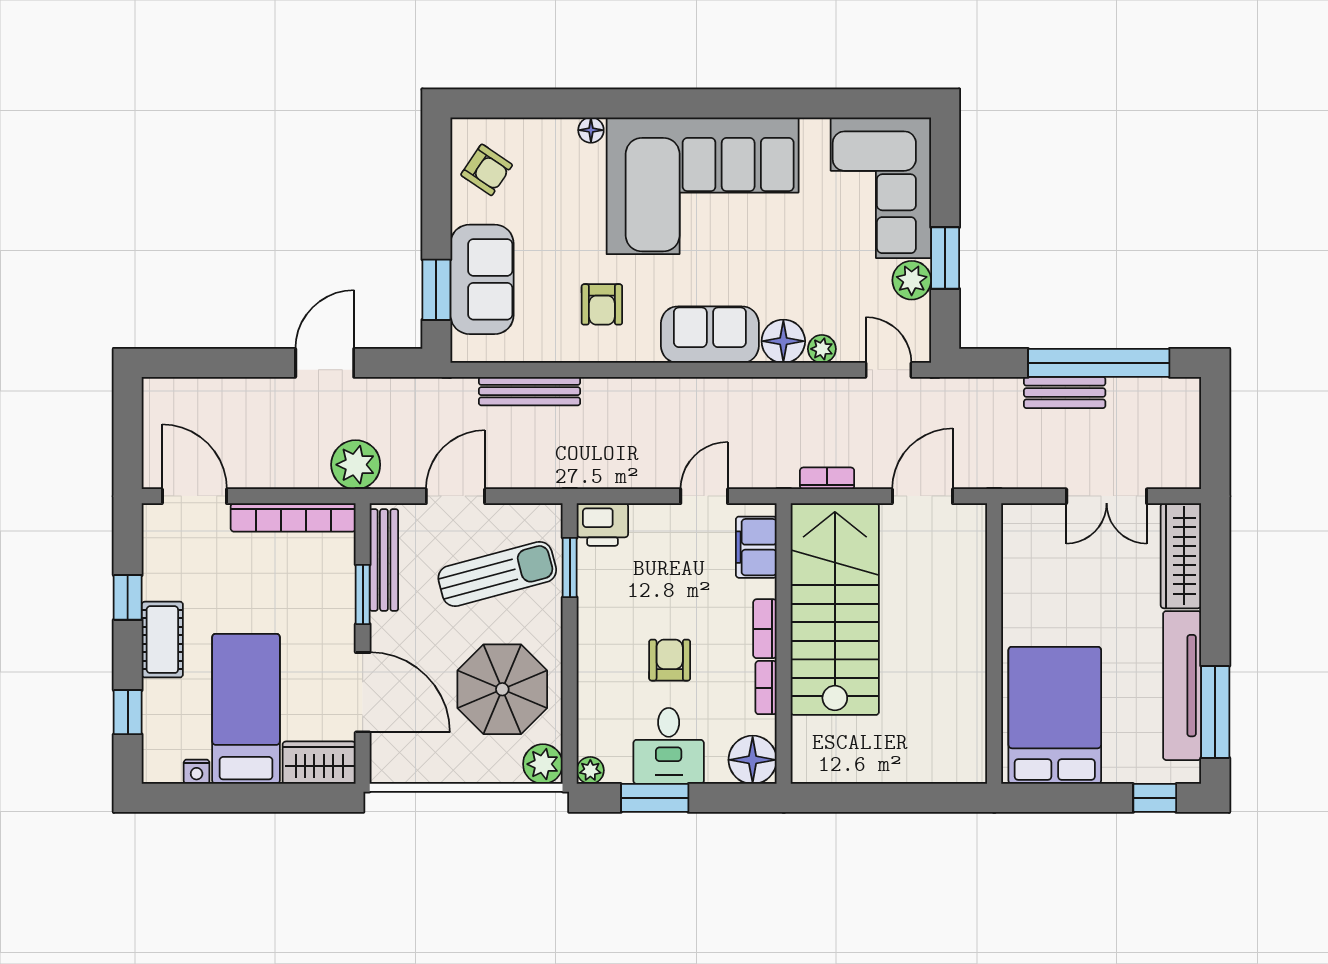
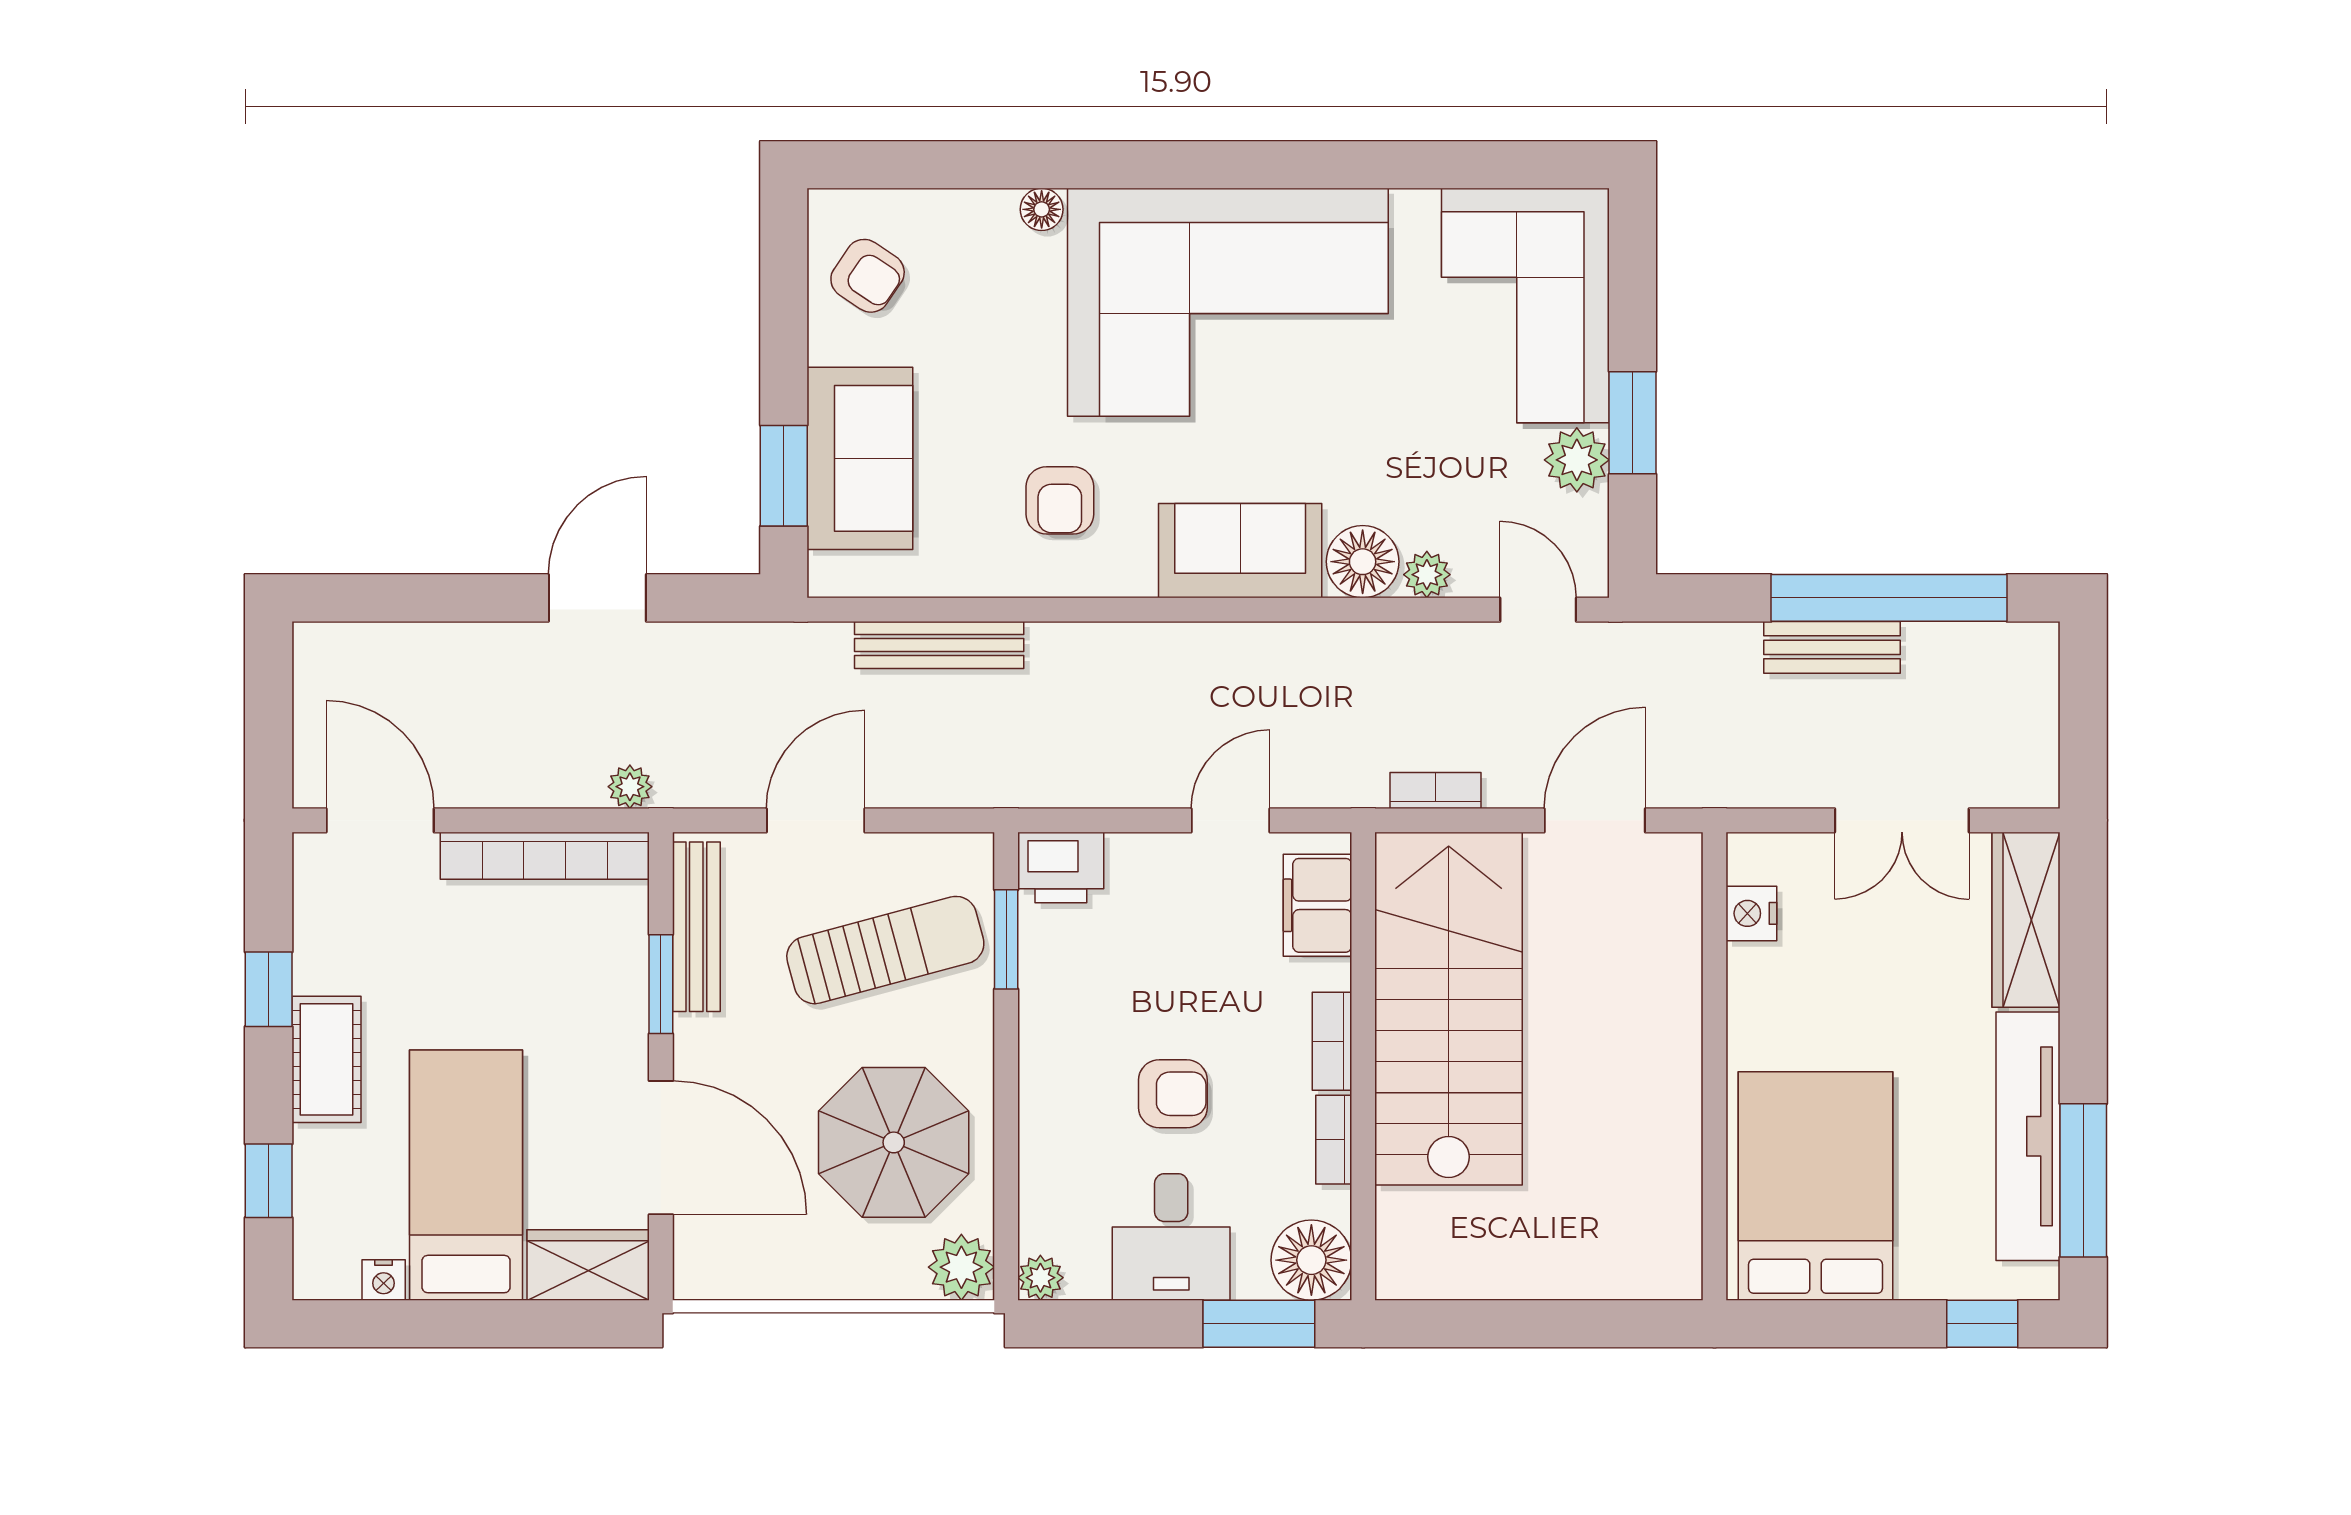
plant: (356, 465) -> (630, 787), width x0.53, depth x0.53
nightstand: (1016, 552) -> (1751, 913), added
armchair: (670, 660) -> (1173, 1094), turned 90
window: (655, 798) -> (1259, 1324), moved

